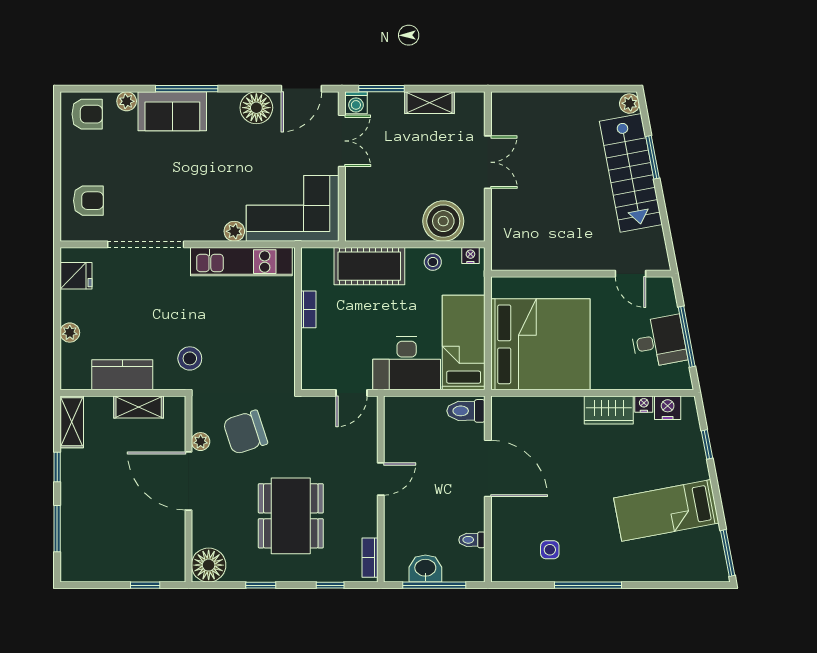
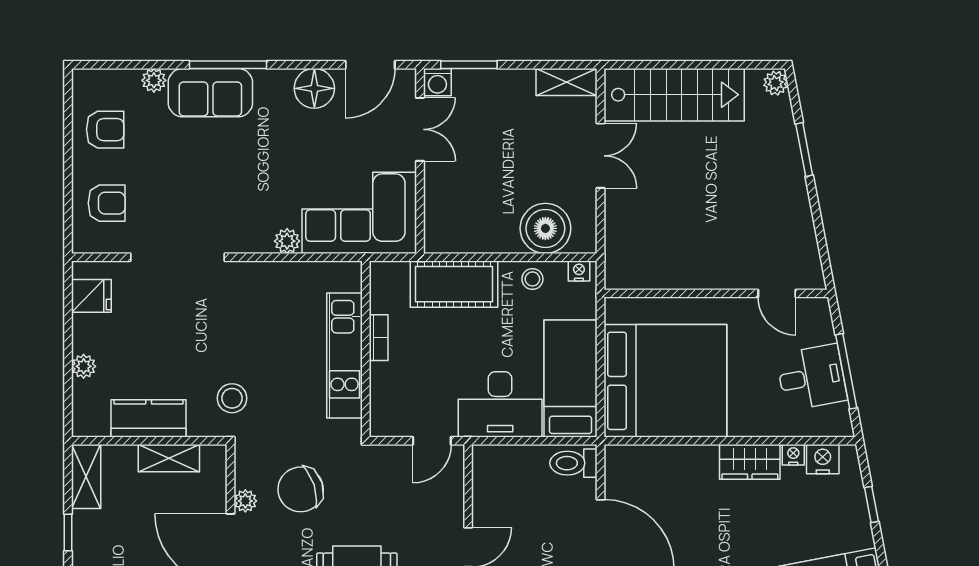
shelving: (429, 103) -> (566, 82), moved
armchair: (87, 114) -> (105, 130), moved
stairs: (631, 173) -> (674, 95), moved, turned -79
kitchen unit: (241, 262) -> (345, 356), moved, turned 90

